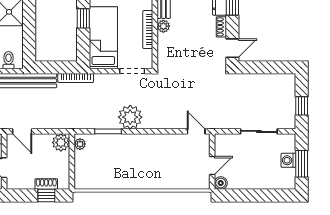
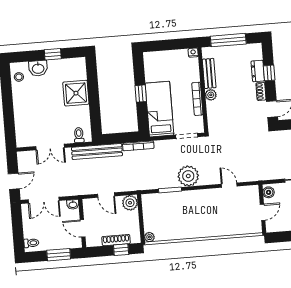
door: (22, 131) -> (106, 195), moved
door: (196, 131) -> (229, 185), moved
plant: (80, 144) -> (149, 237), moved
boiler: (221, 183) -> (269, 192), moved
shoe rack: (46, 184) -> (116, 240), width x1.43

